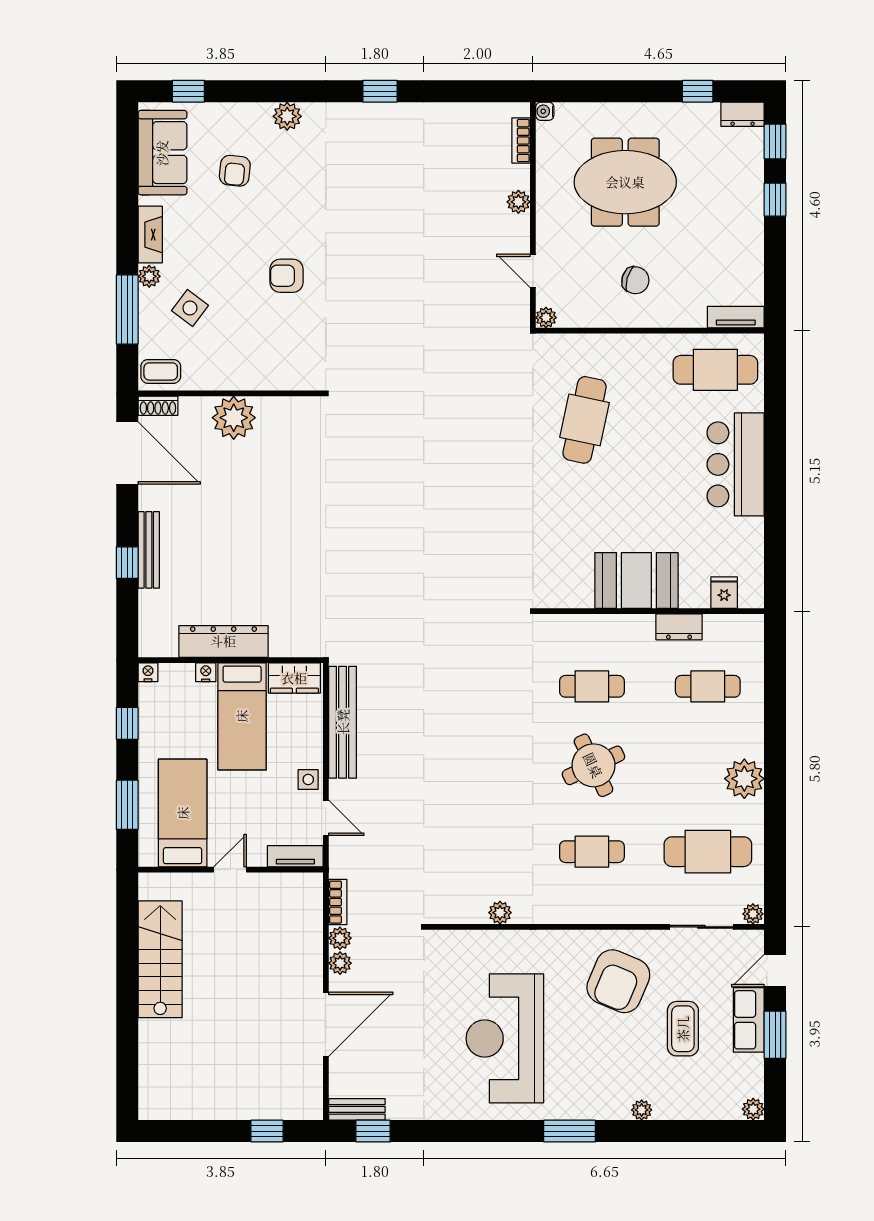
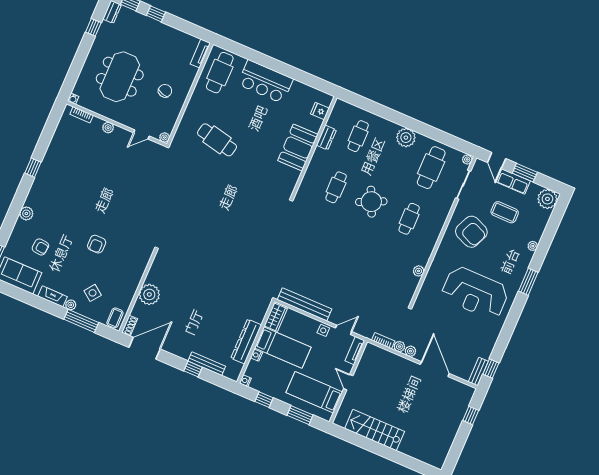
bench: (149, 550) -> (207, 364), moved
plant: (753, 1109) -> (547, 199), width x1.88, depth x1.88

